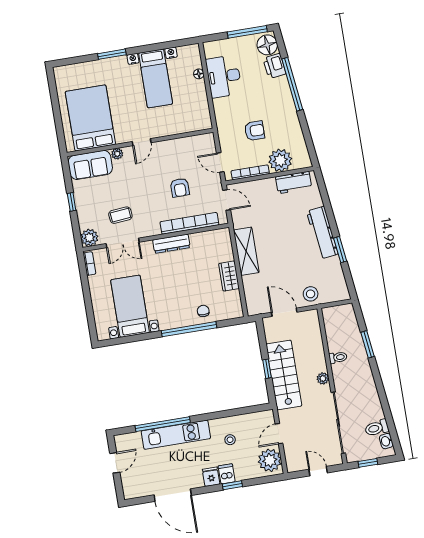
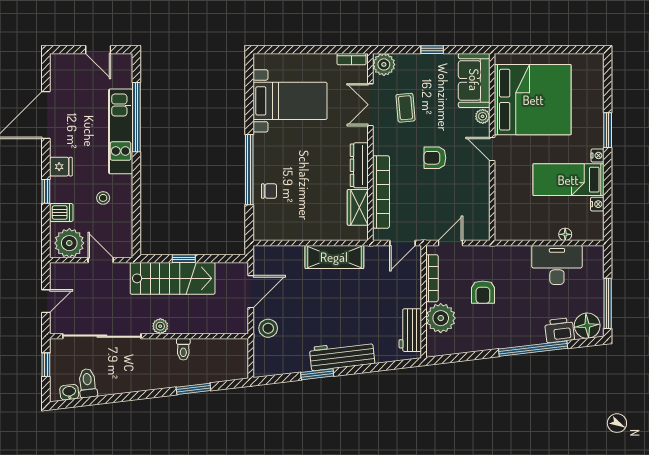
bed: (90, 118) -> (533, 100), width x1.36
armchair: (180, 188) -> (435, 158), moved
wardrobe: (229, 276) -> (358, 207), moved, turned -90
dishwasher: (227, 474) -> (61, 213), moved

